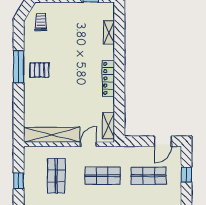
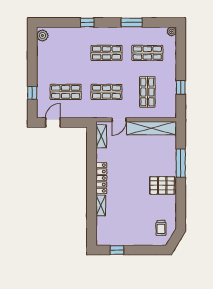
shelving: (109, 32) -> (101, 206), moved
window: (19, 67) -> (181, 163), moved
pallet: (39, 70) -> (162, 185), width x1.50, depth x1.42

